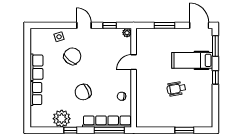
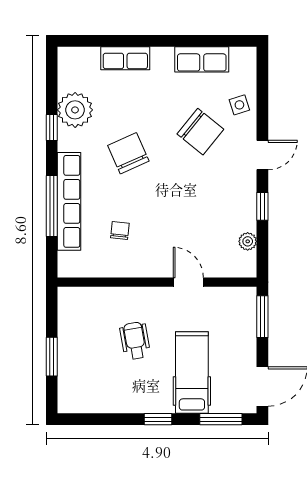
door: (134, 62) -> (188, 282), moved
row of seats: (36, 67) -> (202, 59), moved
wall: (134, 78) -> (157, 282), moved

